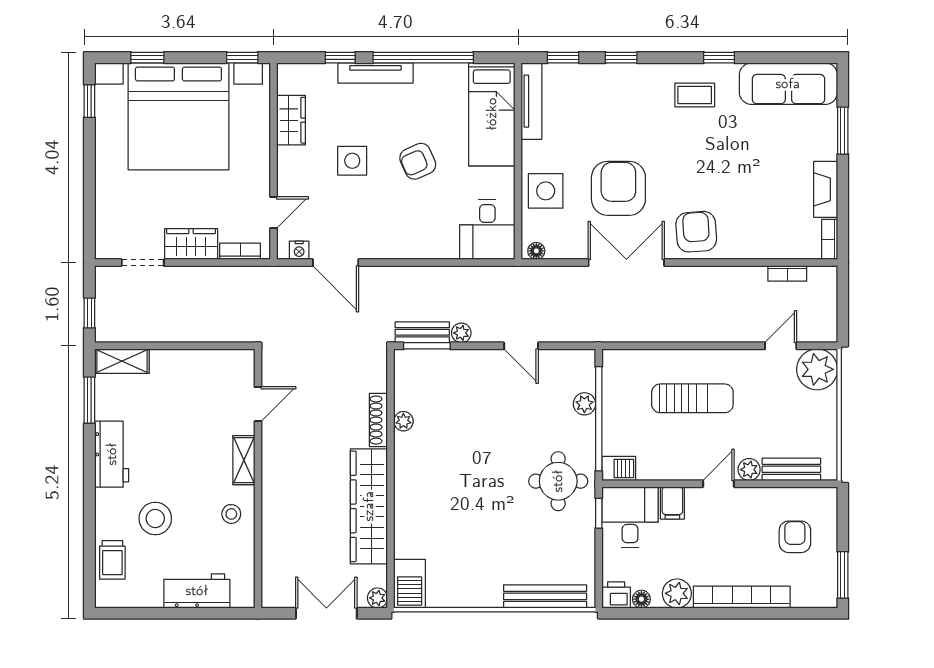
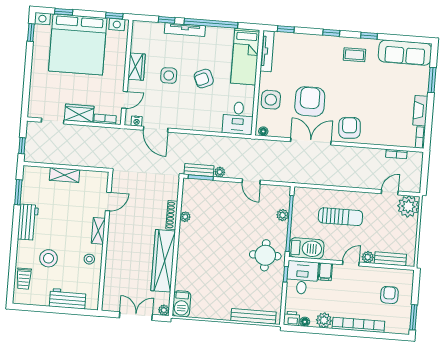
window: (621, 58) -> (331, 33), moved
wardrobe: (291, 120) -> (137, 67), moved
shelving: (122, 361) -> (65, 175), moved
barbecue: (619, 469) -> (306, 248), width x1.88, depth x1.53

